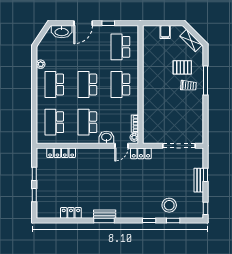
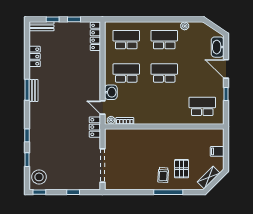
school desk: (120, 85) -> (164, 106), removed
locker: (61, 153) -> (95, 36), moved
bench: (199, 180) -> (42, 26), moved
stool: (169, 205) -> (39, 177), moved

